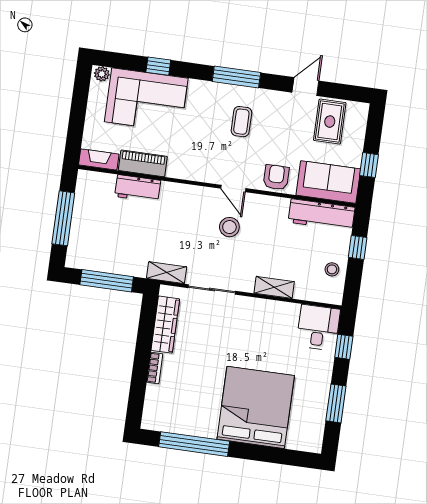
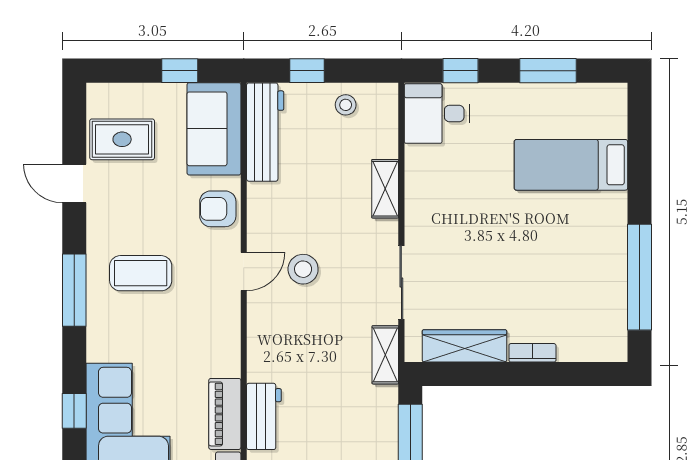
coffee table: (241, 122) -> (141, 273), width x1.36, depth x1.30
bed: (256, 407) -> (571, 165), width x0.49

